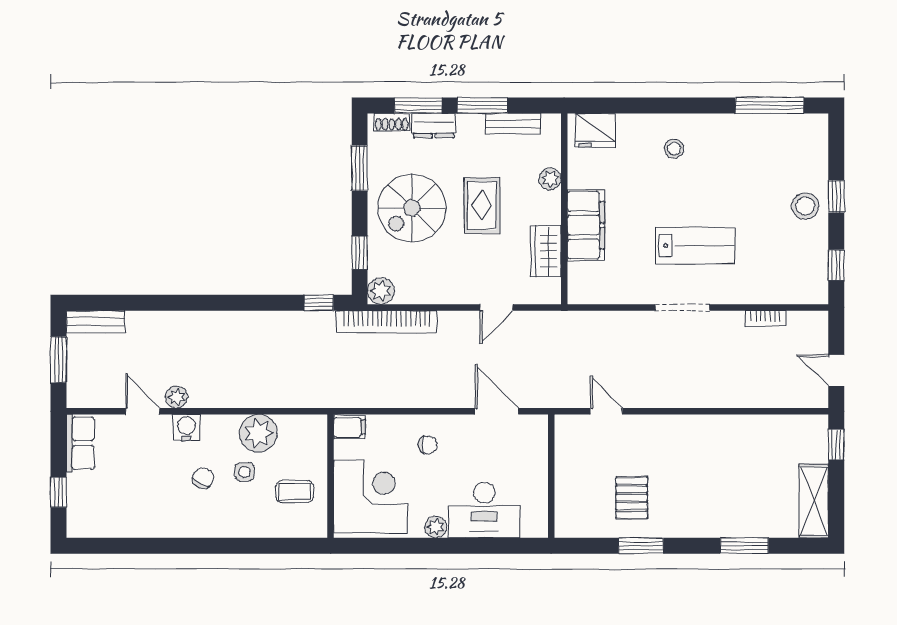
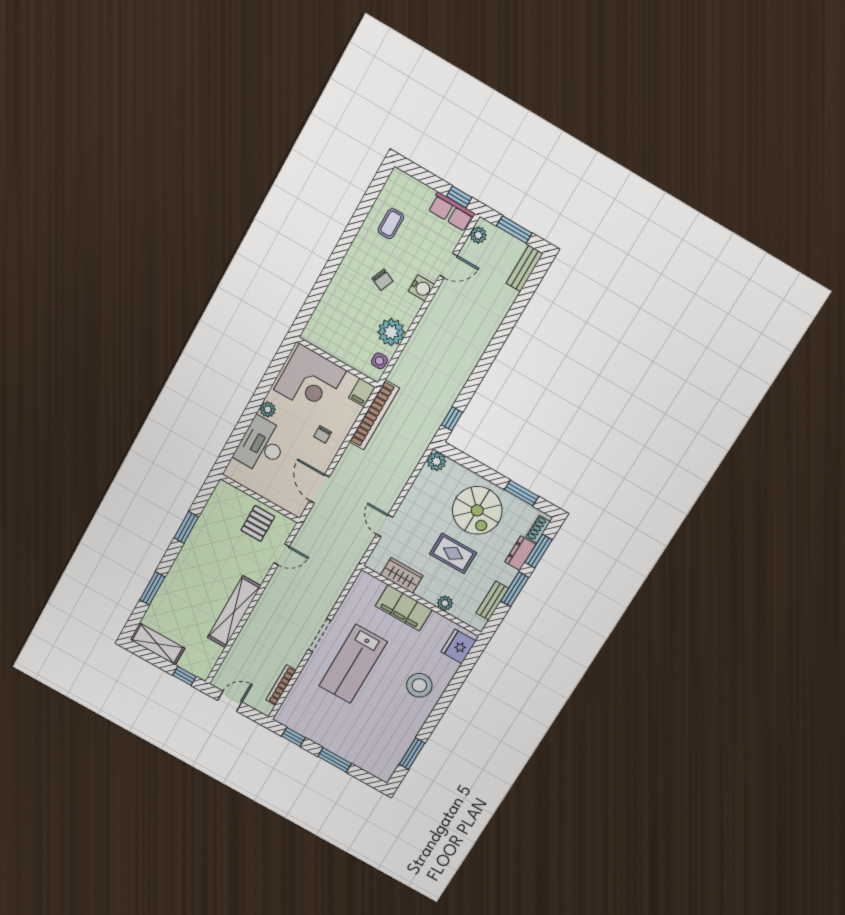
window: (770, 105) -> (412, 754), width x0.69
stool: (674, 149) -> (419, 685), width x1.89, depth x1.89
window: (836, 197) -> (335, 760), width x1.50
stool: (805, 206) -> (339, 740), removed
spiral stairs: (412, 208) -> (477, 510), turned 180
lab bench: (695, 246) -> (353, 664), width x1.36, depth x1.39
window: (360, 253) -> (468, 462), removed
bookcase: (765, 319) -> (281, 685), width x1.56
bookcase: (387, 322) -> (374, 415), moved, turned 180
plant: (177, 397) -> (478, 235), moved
door: (497, 411) -> (319, 489), swing flipped
shelving: (714, 429) -> (234, 612), added
side table: (245, 472) -> (379, 361), moved
window: (59, 492) -> (459, 197), moved
coffee table: (295, 492) -> (391, 224), moved
pallet: (632, 498) -> (258, 523), moved, turned 90

